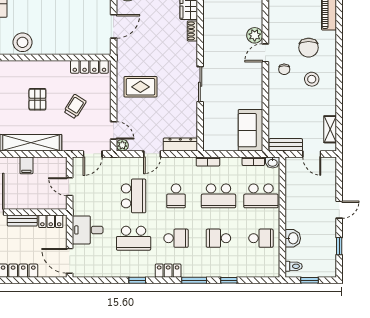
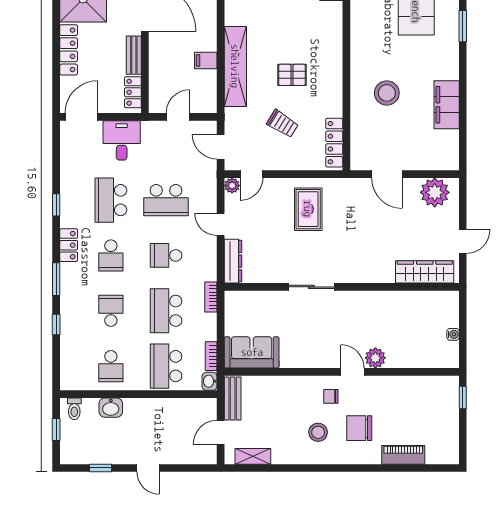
shoe rack: (192, 31) -> (381, 277), removed
stool: (22, 42) -> (387, 93), moved

